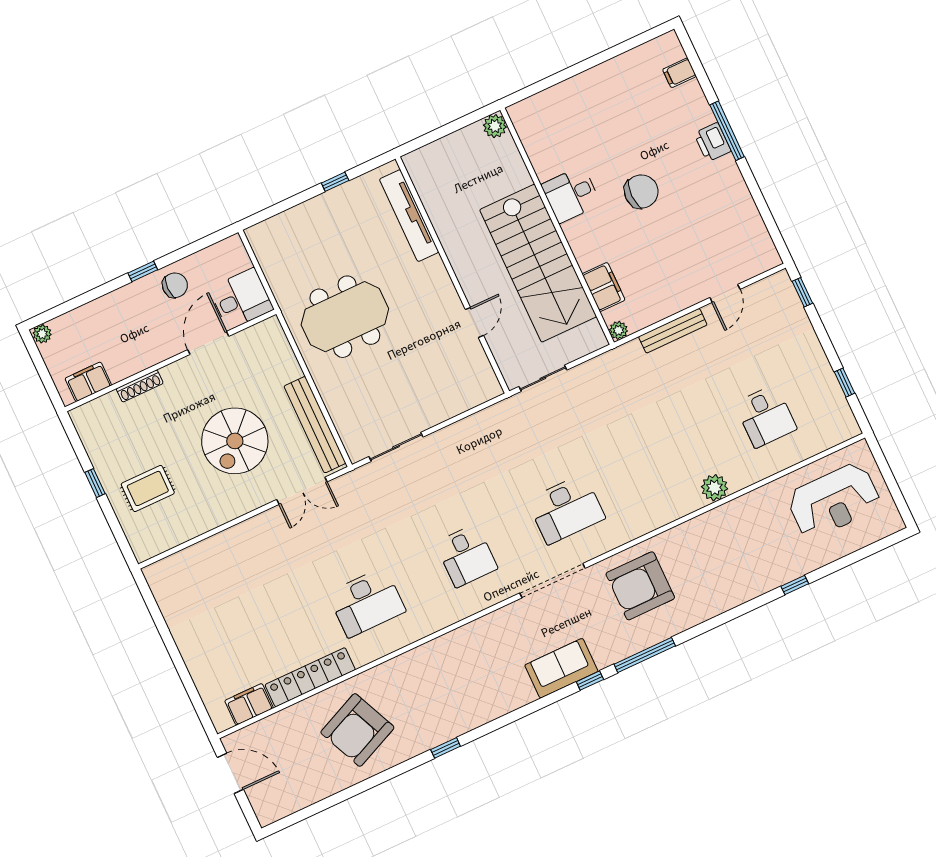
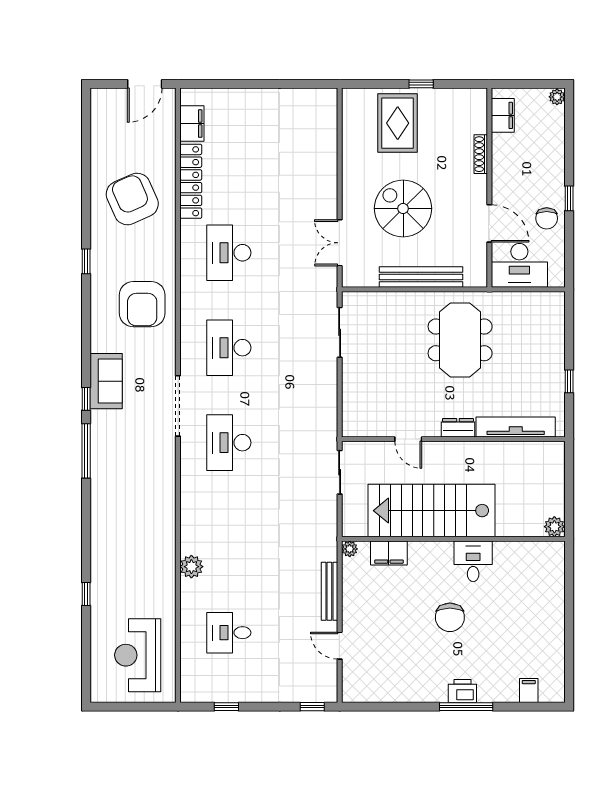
dresser: (438, 276) -> (458, 428), added
desk: (241, 299) -> (519, 265), width x1.37
bench: (315, 425) -> (421, 277), moved
rug: (148, 488) -> (398, 123), width x1.36, depth x1.43
desk: (466, 556) -> (229, 348), width x1.37
armchair: (640, 586) -> (142, 304), moved, turned 180

